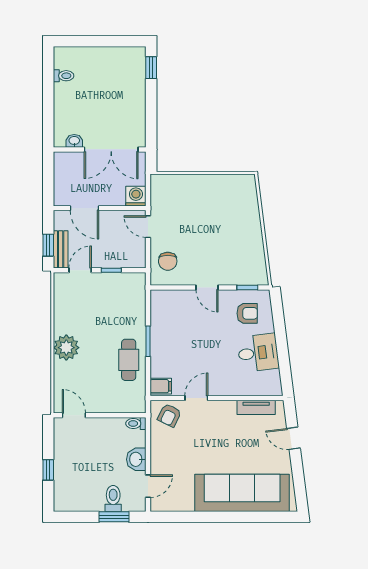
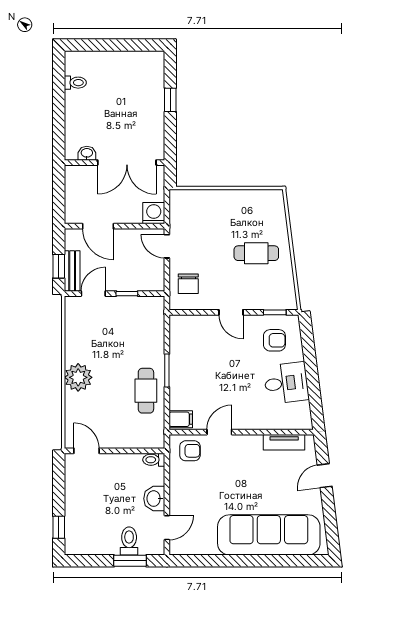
window: (151, 68) -> (170, 100), moved
cafe table: (230, 233) -> (256, 253), added
armchair: (169, 415) -> (190, 451), turned -116
door: (294, 438) -> (325, 476), hinge flipped
window: (48, 470) -> (59, 527), moved

